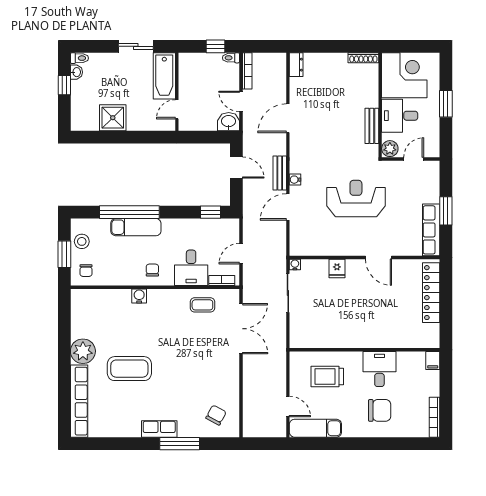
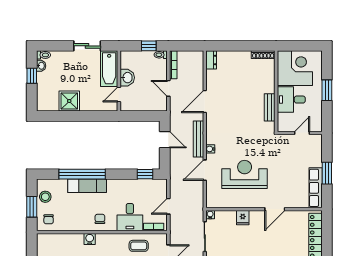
washbasin: (229, 122) -> (127, 78), moved, turned 90
plant: (390, 149) -> (284, 125), removed
bench: (280, 173) -> (198, 139), width x1.36
reception desk: (356, 198) -> (245, 174), moved
door: (378, 258) -> (275, 209), hinge flipped

